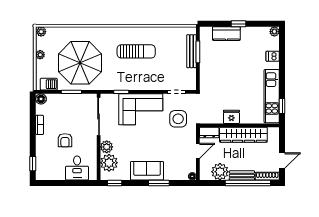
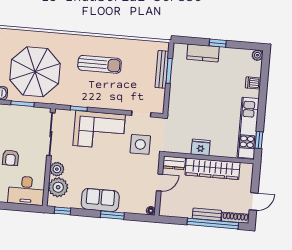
desk: (77, 168) -> (26, 191), width x1.37
plant: (220, 172) -> (182, 208), removed

